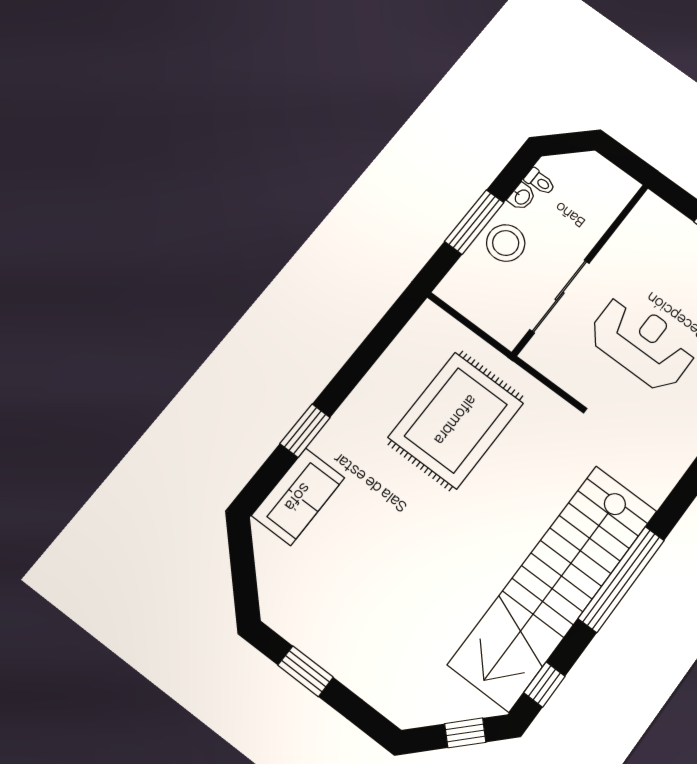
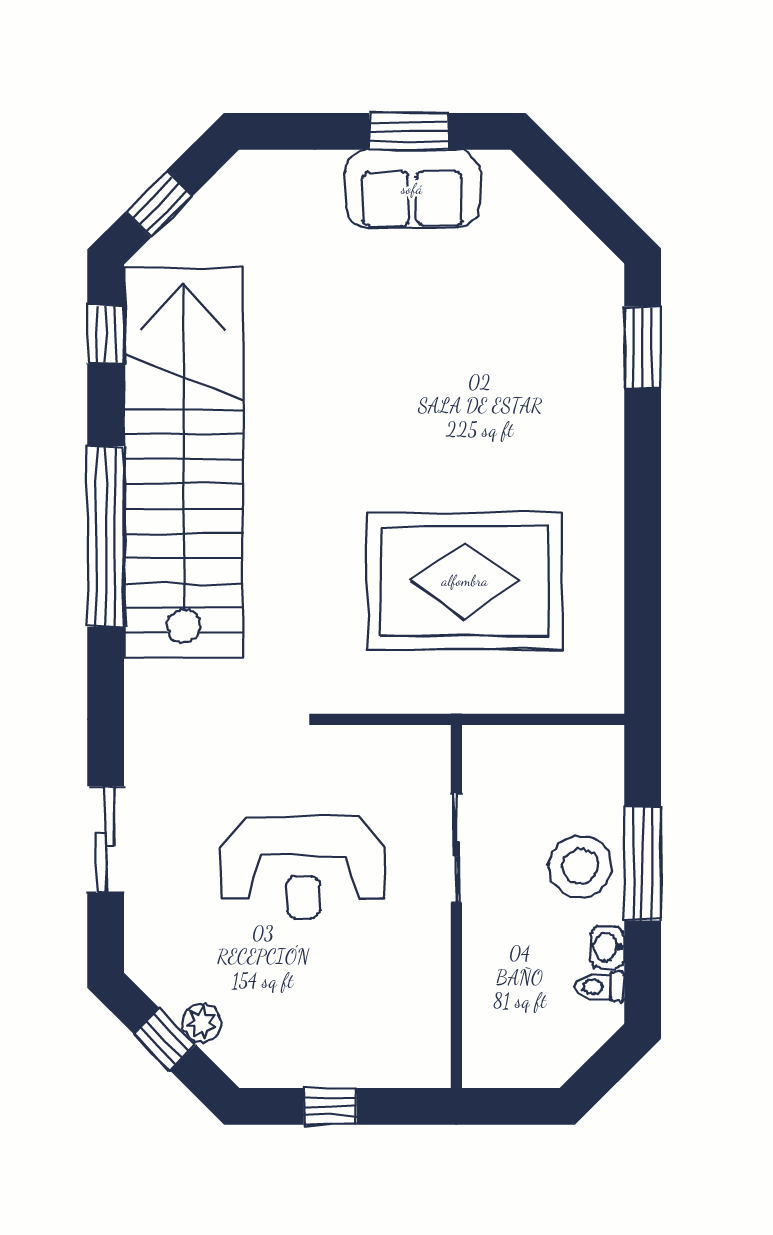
sliding door: (560, 296) -> (456, 848), width x0.73
rug: (456, 420) -> (465, 581), turned 90
window: (305, 431) -> (643, 347), moved
sofa: (298, 497) -> (412, 189), moved, turned -90

